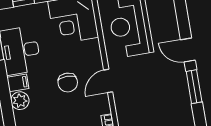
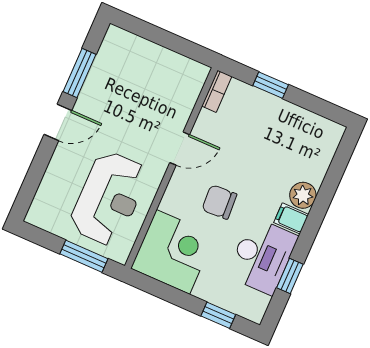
door: (188, 50) -> (58, 122), hinge flipped
chair: (68, 83) -> (219, 202), moved, turned -93

